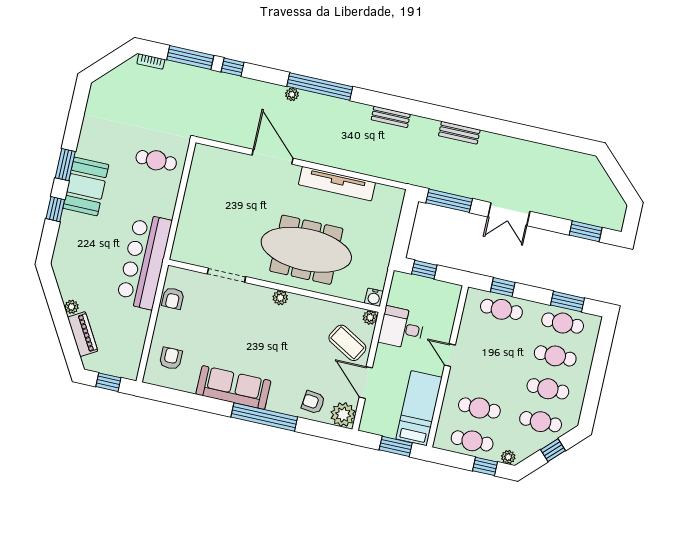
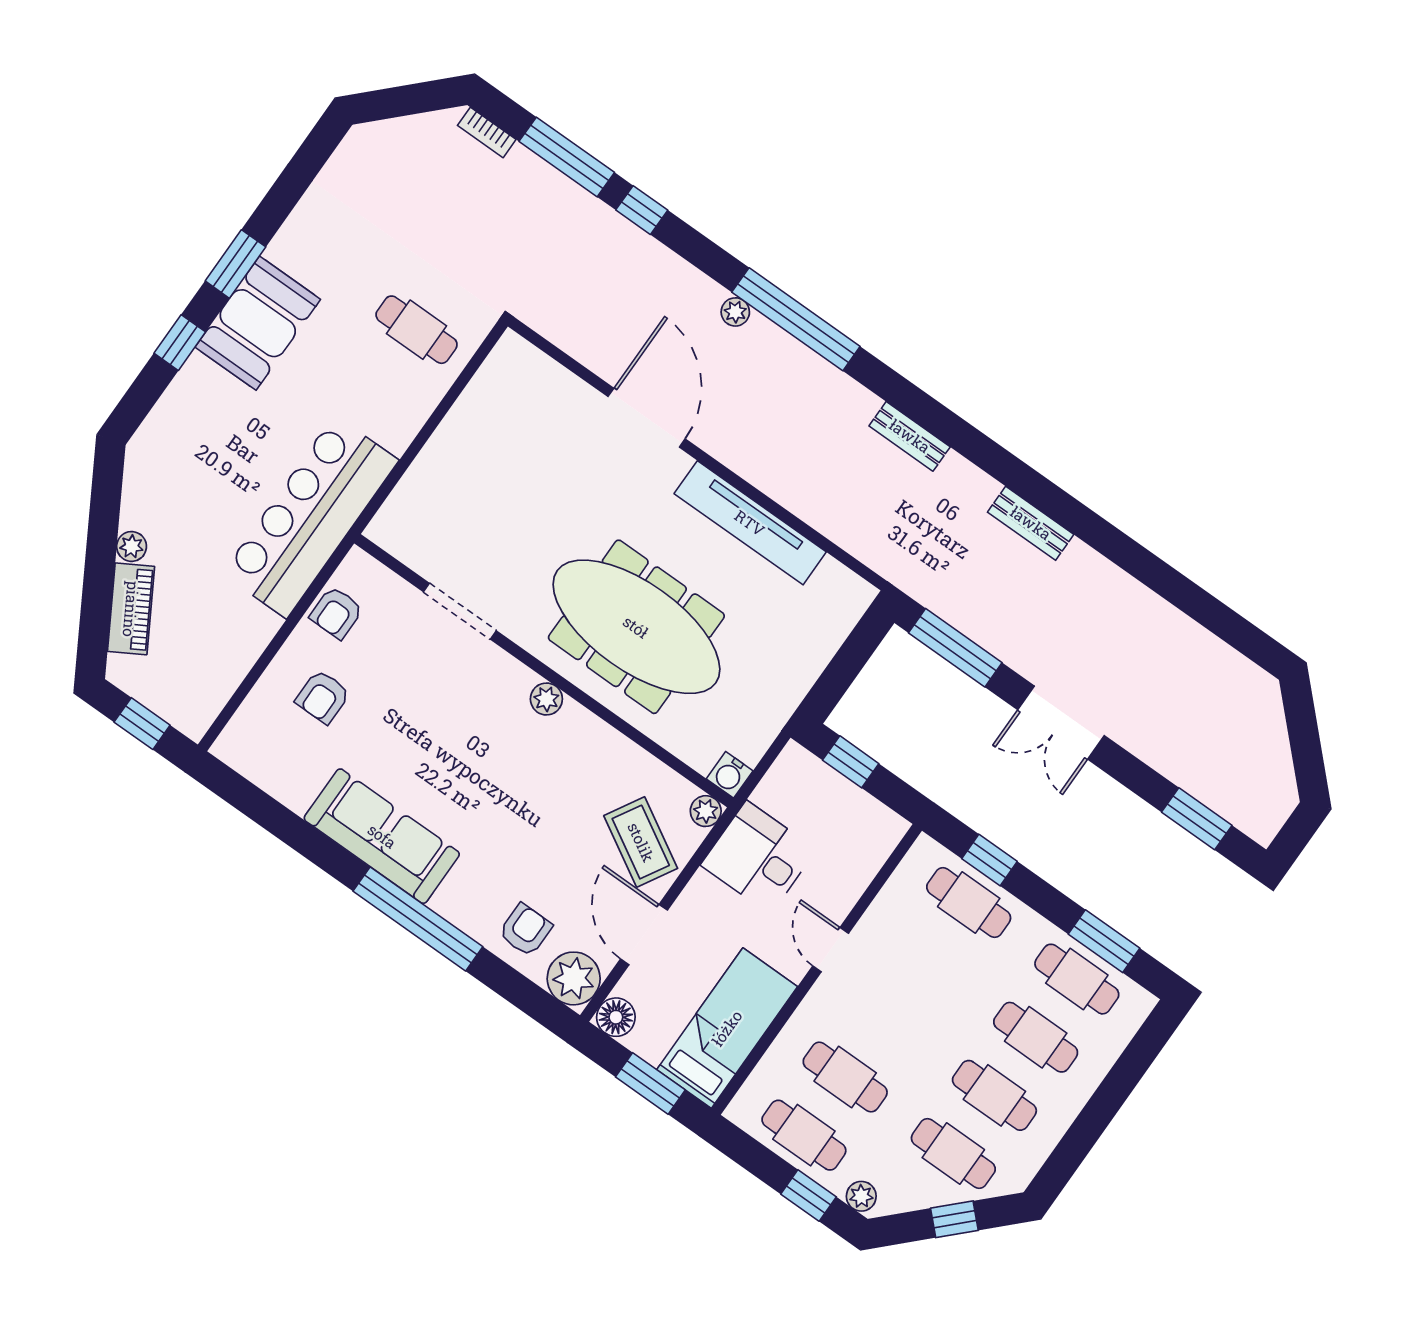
armchair: (171, 358) -> (323, 697), moved, turned 180
armchair: (313, 402) -> (525, 930), turned 84
floor lamp: (369, 424) -> (616, 1017), added

